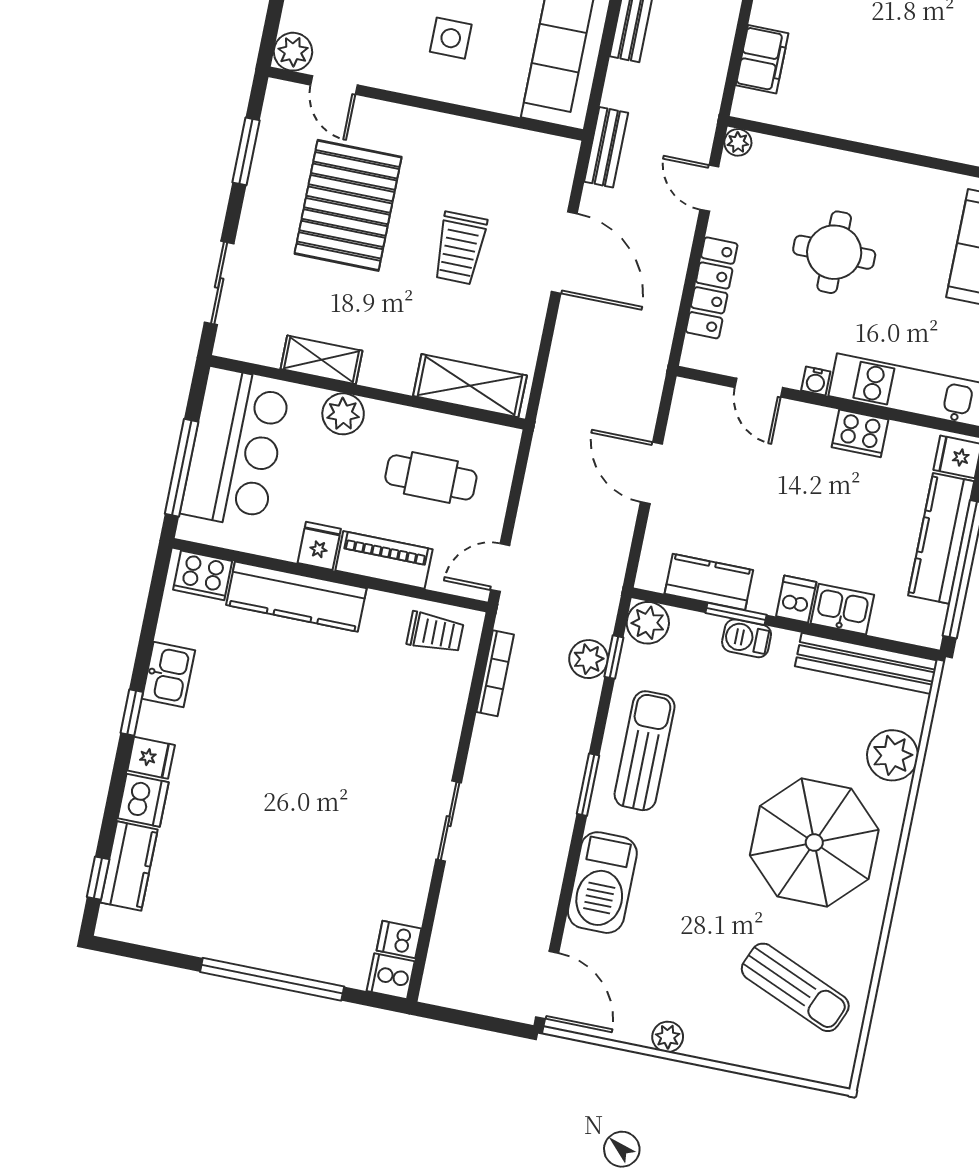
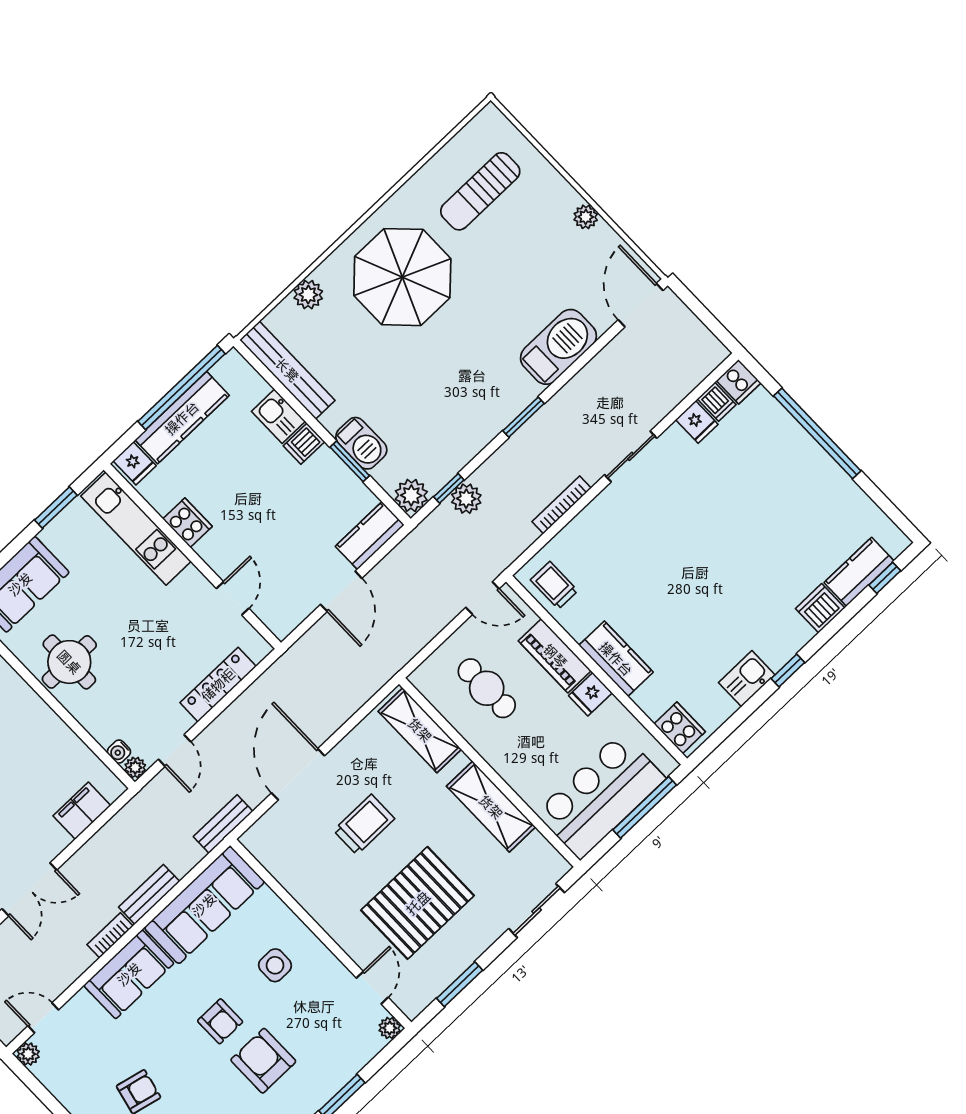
plant: (293, 52) -> (390, 1028), width x0.73, depth x0.73
round table: (834, 252) -> (69, 662), moved
shelving: (321, 360) -> (491, 807), width x1.50, depth x1.33
water cooler: (816, 381) -> (119, 752), moved, turned 180
plant: (343, 414) -> (515, 769), removed
kitchen counter: (709, 582) -> (370, 536), moved, turned 90
kitchen counter: (296, 597) -> (616, 659), width x0.67
barbecue: (747, 638) -> (361, 443), width x1.38, depth x1.27
bookcase: (495, 673) -> (562, 505), moved
sun lounger: (645, 751) -> (471, 414), removed
plant: (892, 755) -> (308, 295), width x0.73, depth x0.73
fridge: (151, 758) -> (697, 422), moved, turned 180
sun lounger: (795, 987) -> (480, 191), turned -113

